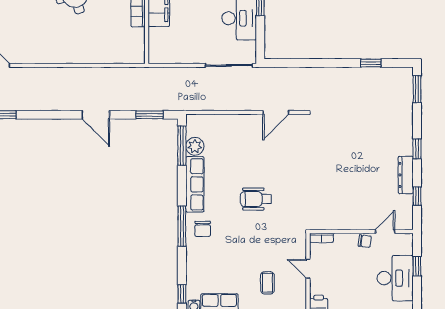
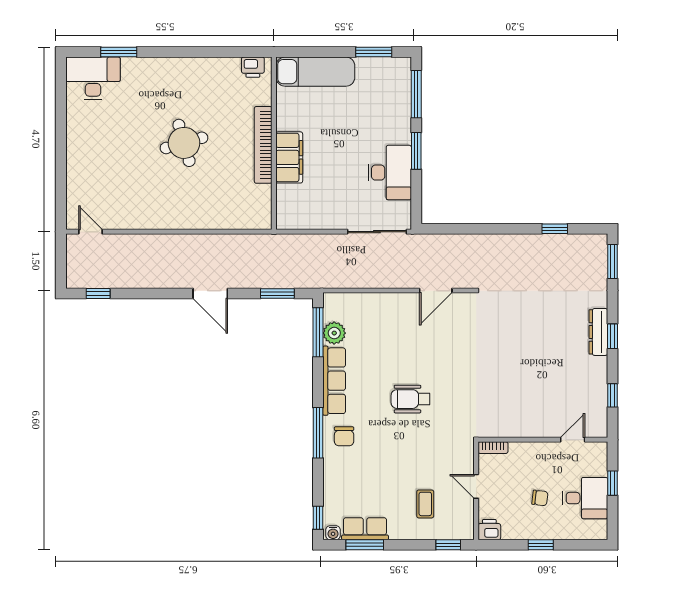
dresser: (406, 175) -> (598, 332), moved
chair: (365, 241) -> (540, 498), moved
desk: (395, 278) -> (585, 498), width x0.73

